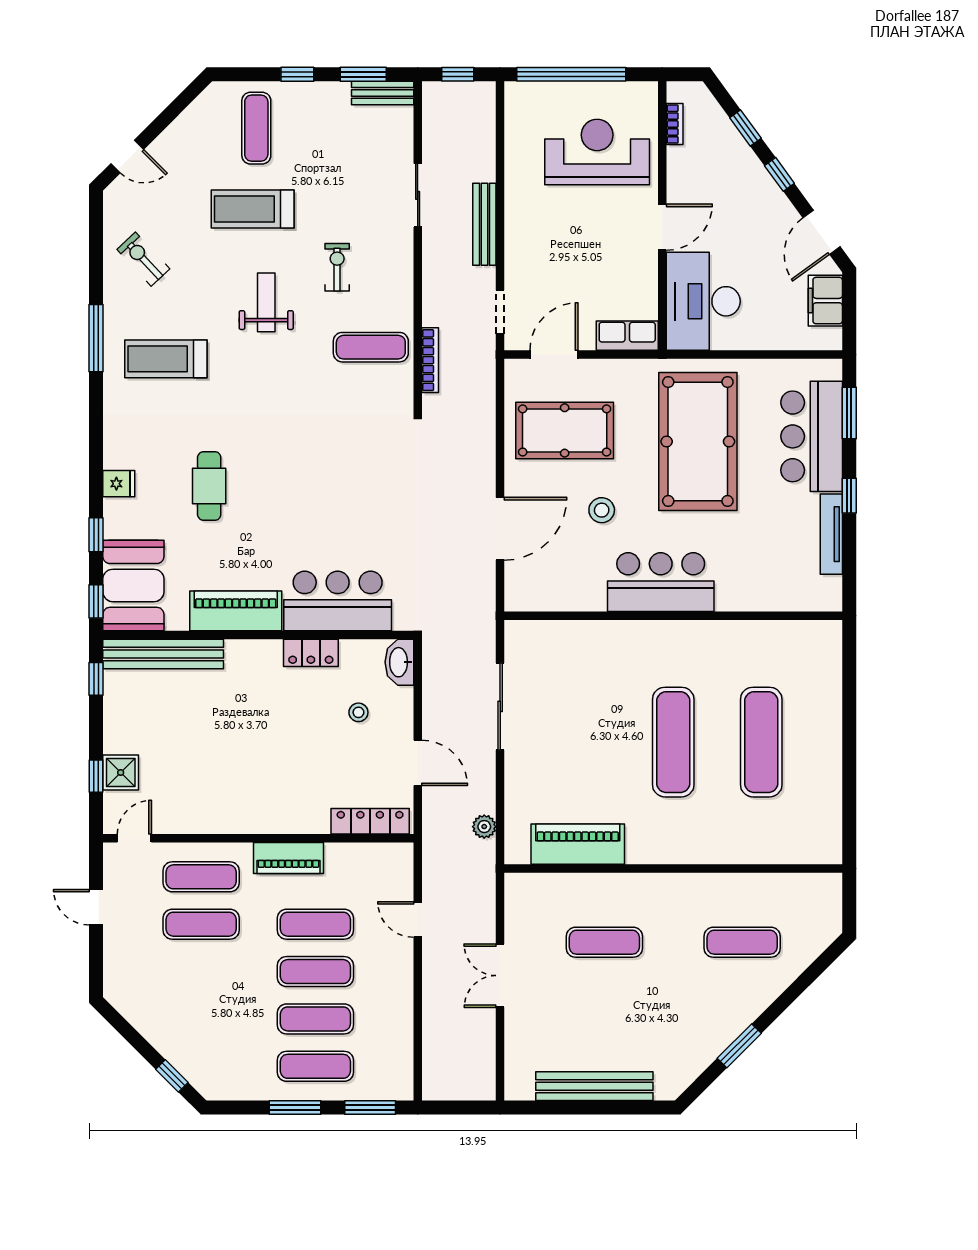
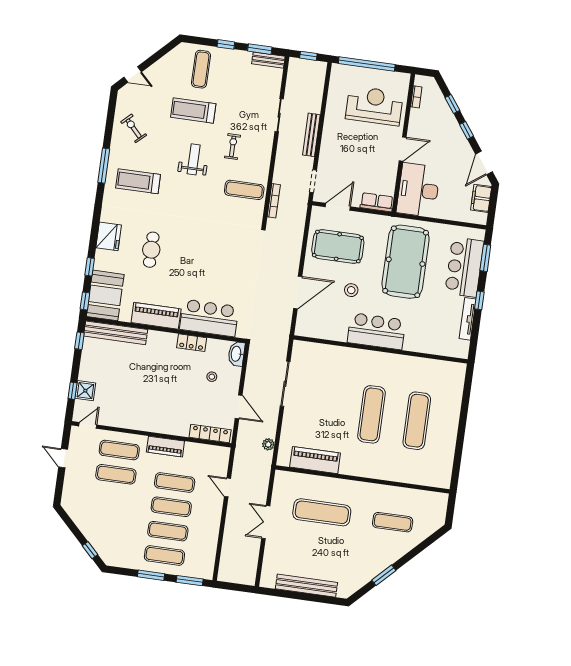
fridge: (119, 484) -> (109, 236), width x1.88, depth x1.34
exercise mat: (604, 942) -> (322, 512), width x1.36, depth x1.45

